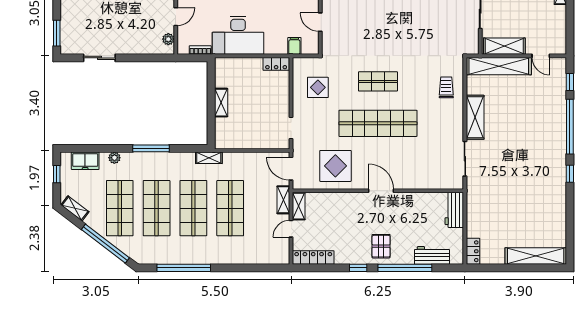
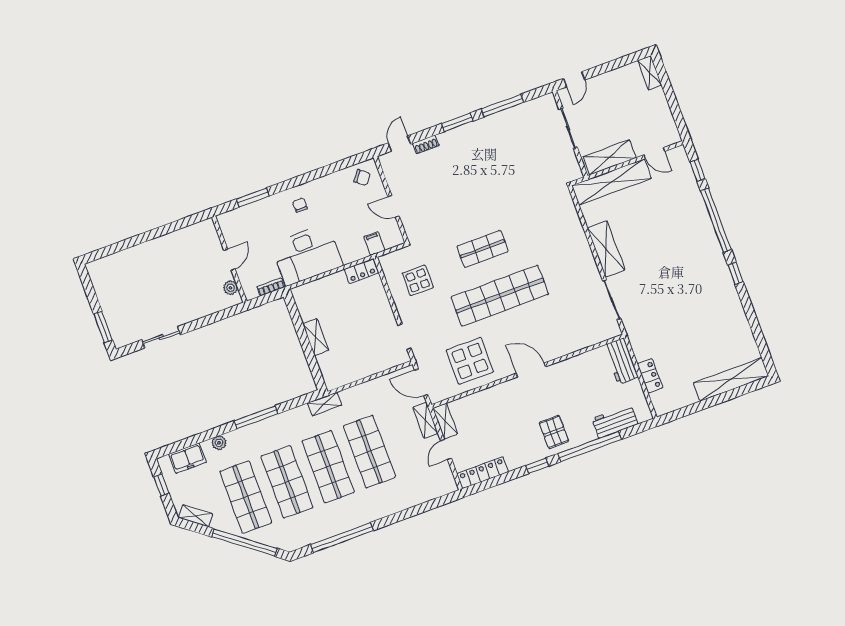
trolley: (446, 87) -> (562, 227), removed
locker: (473, 251) -> (650, 376), moved

